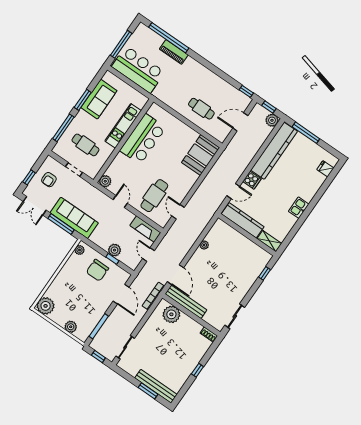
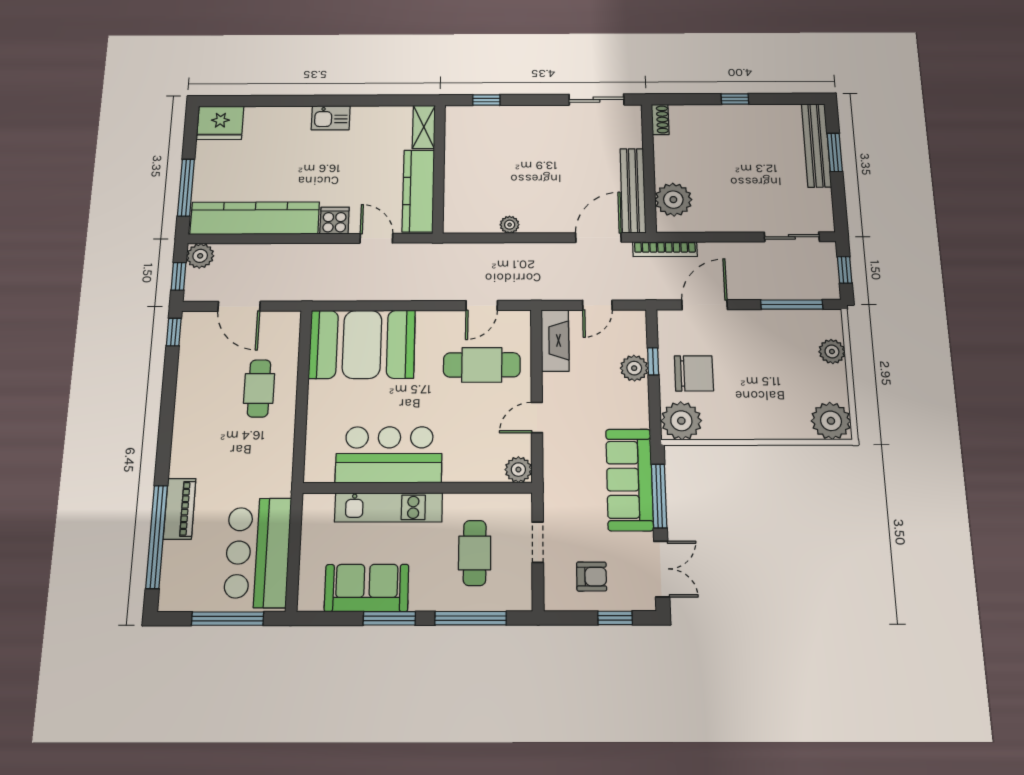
booth: (201, 155) -> (362, 344), width x1.36, depth x1.42
fridge: (325, 169) -> (220, 123), width x1.88, depth x1.34
plant: (79, 250) -> (681, 421), width x1.87, depth x1.87

